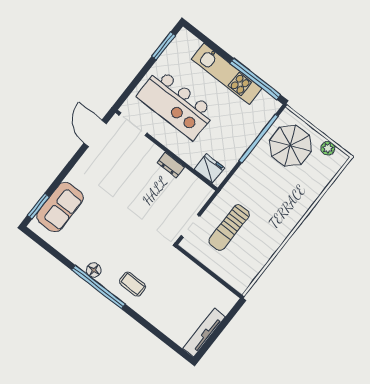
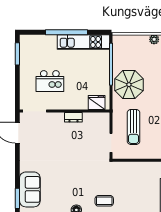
kitchen unit: (227, 74) -> (83, 42), moved
window: (255, 79) -> (66, 32), moved
kitchen island: (176, 104) -> (50, 81), width x0.54, depth x0.78
parasol: (290, 146) -> (129, 85), moved

